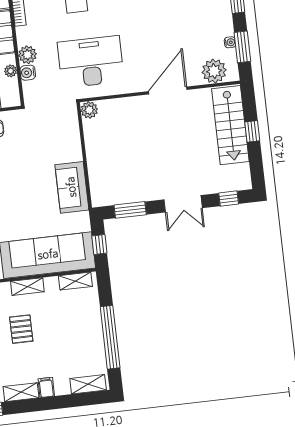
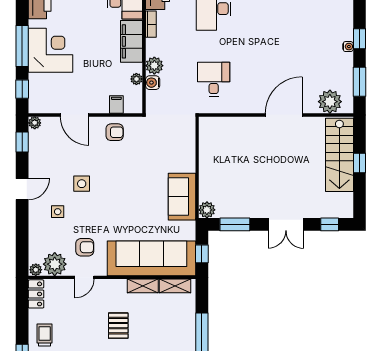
water cooler: (230, 42) -> (348, 47), moved
desk: (91, 62) -> (214, 79), width x0.53, depth x0.77
plant: (89, 110) -> (207, 210), moved
shelving: (27, 287) -> (143, 286), moved

